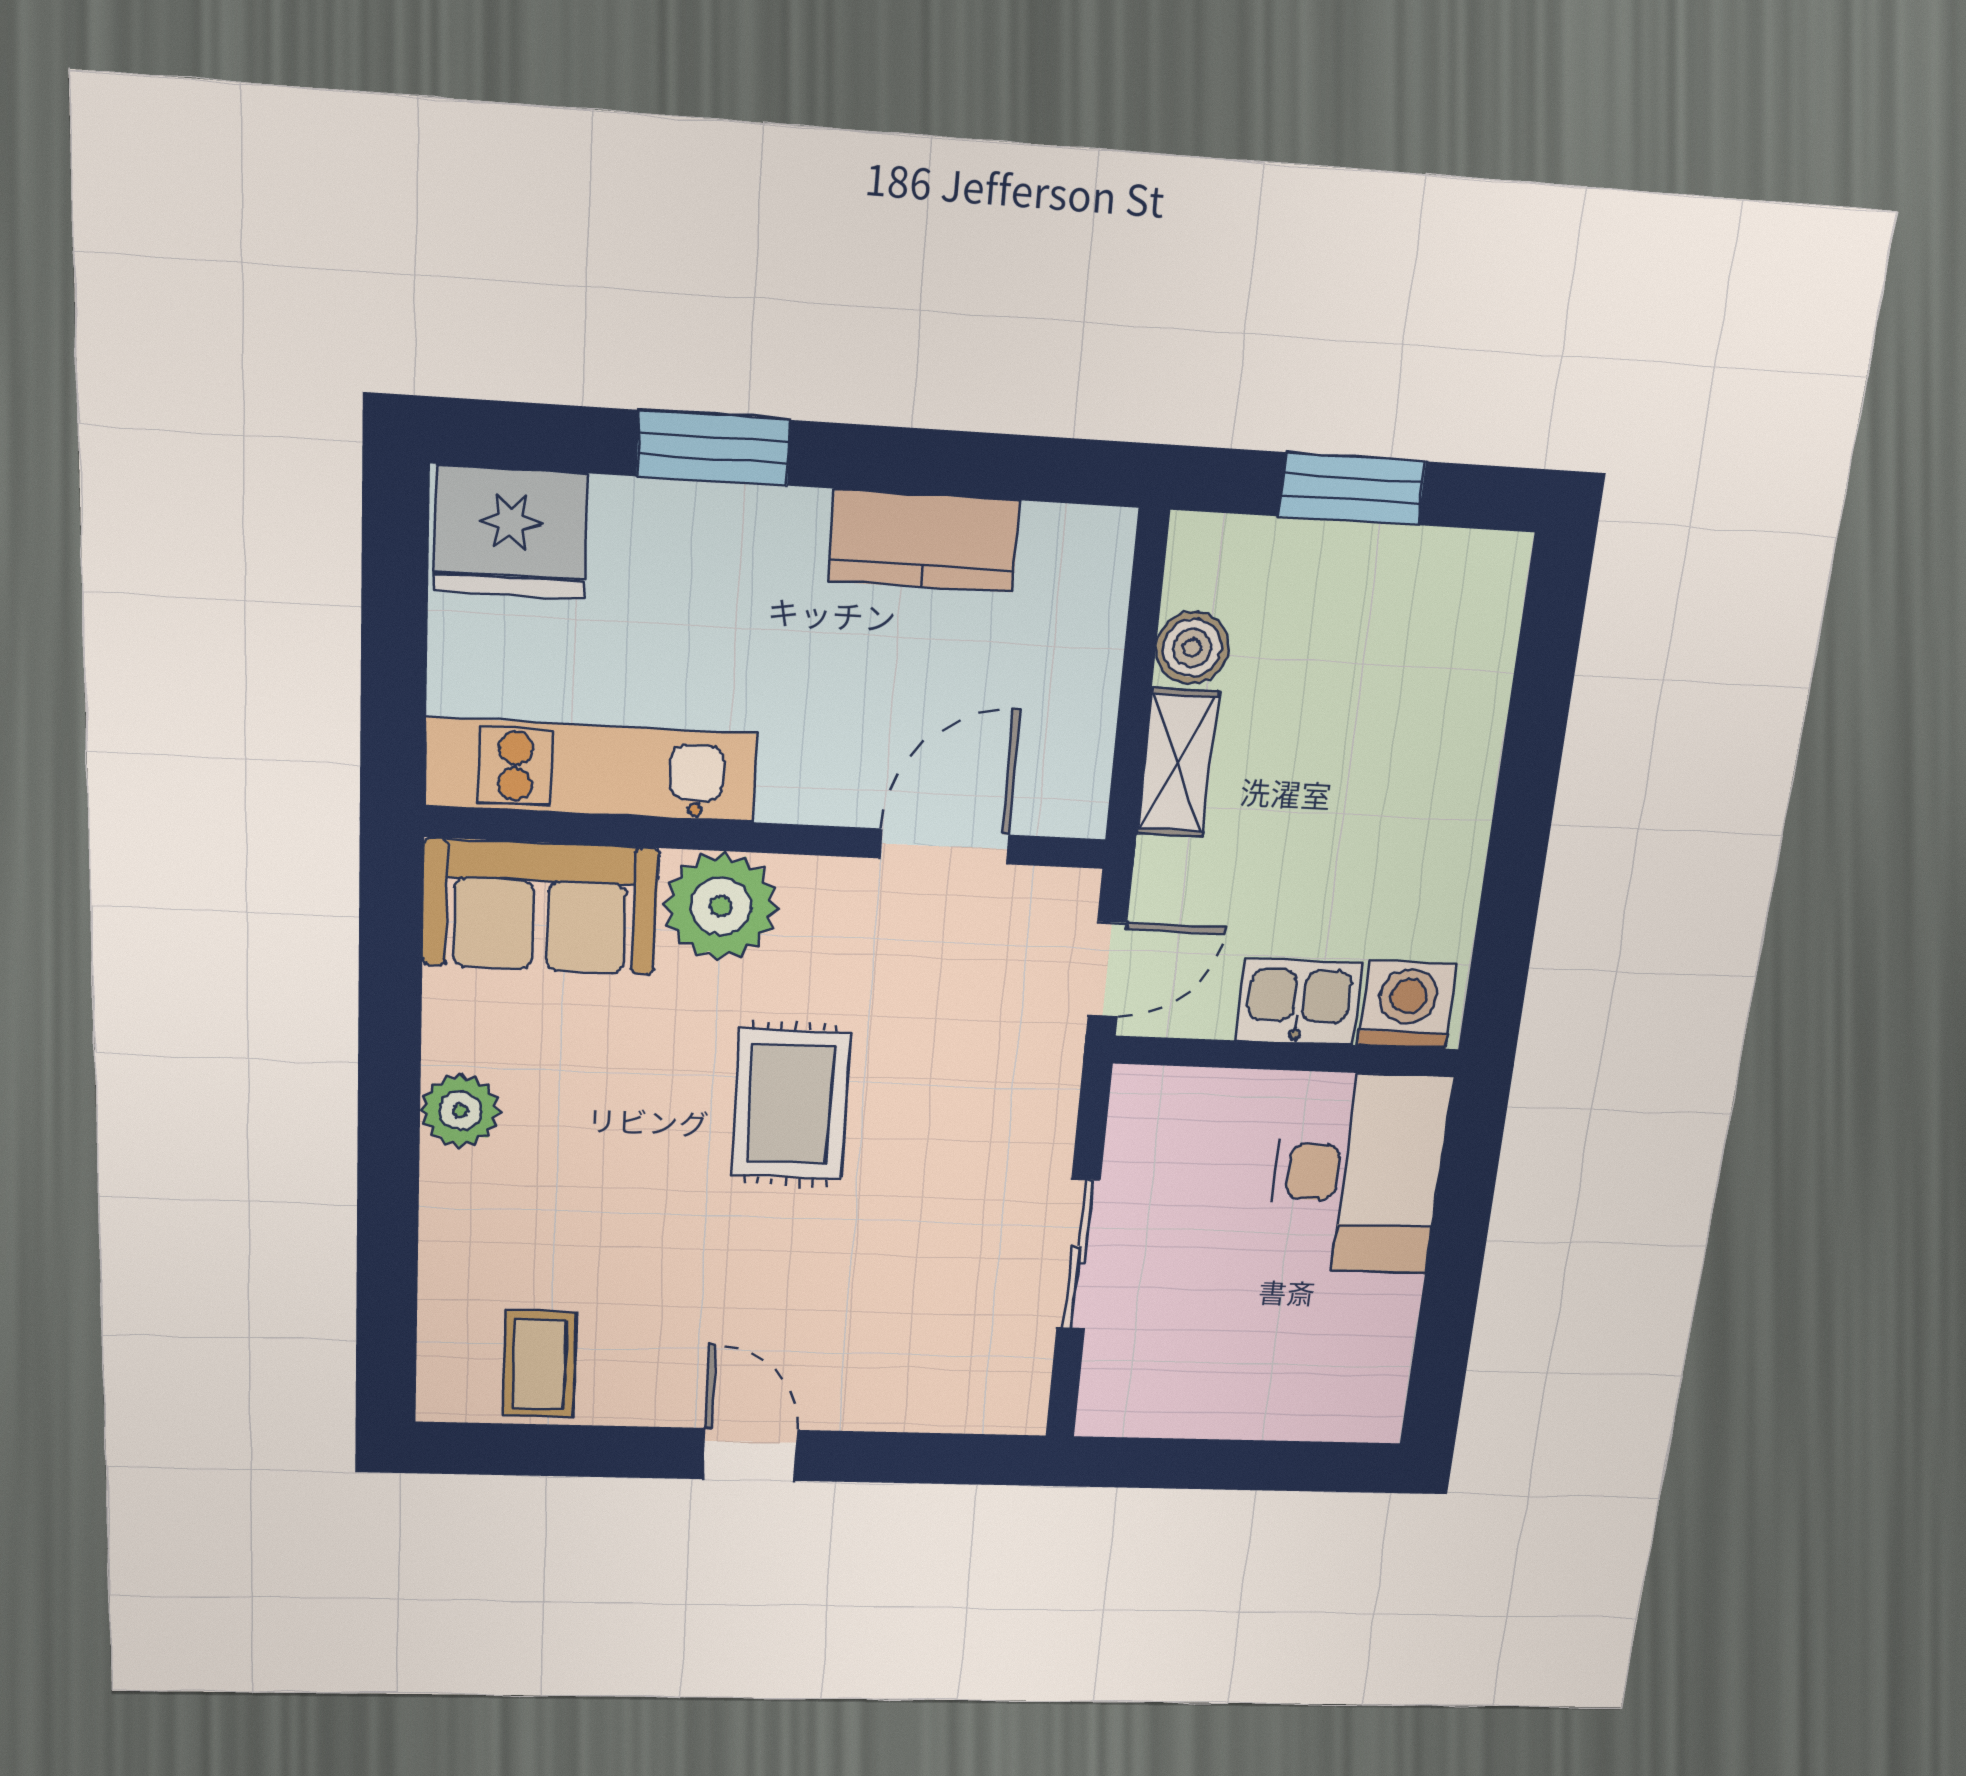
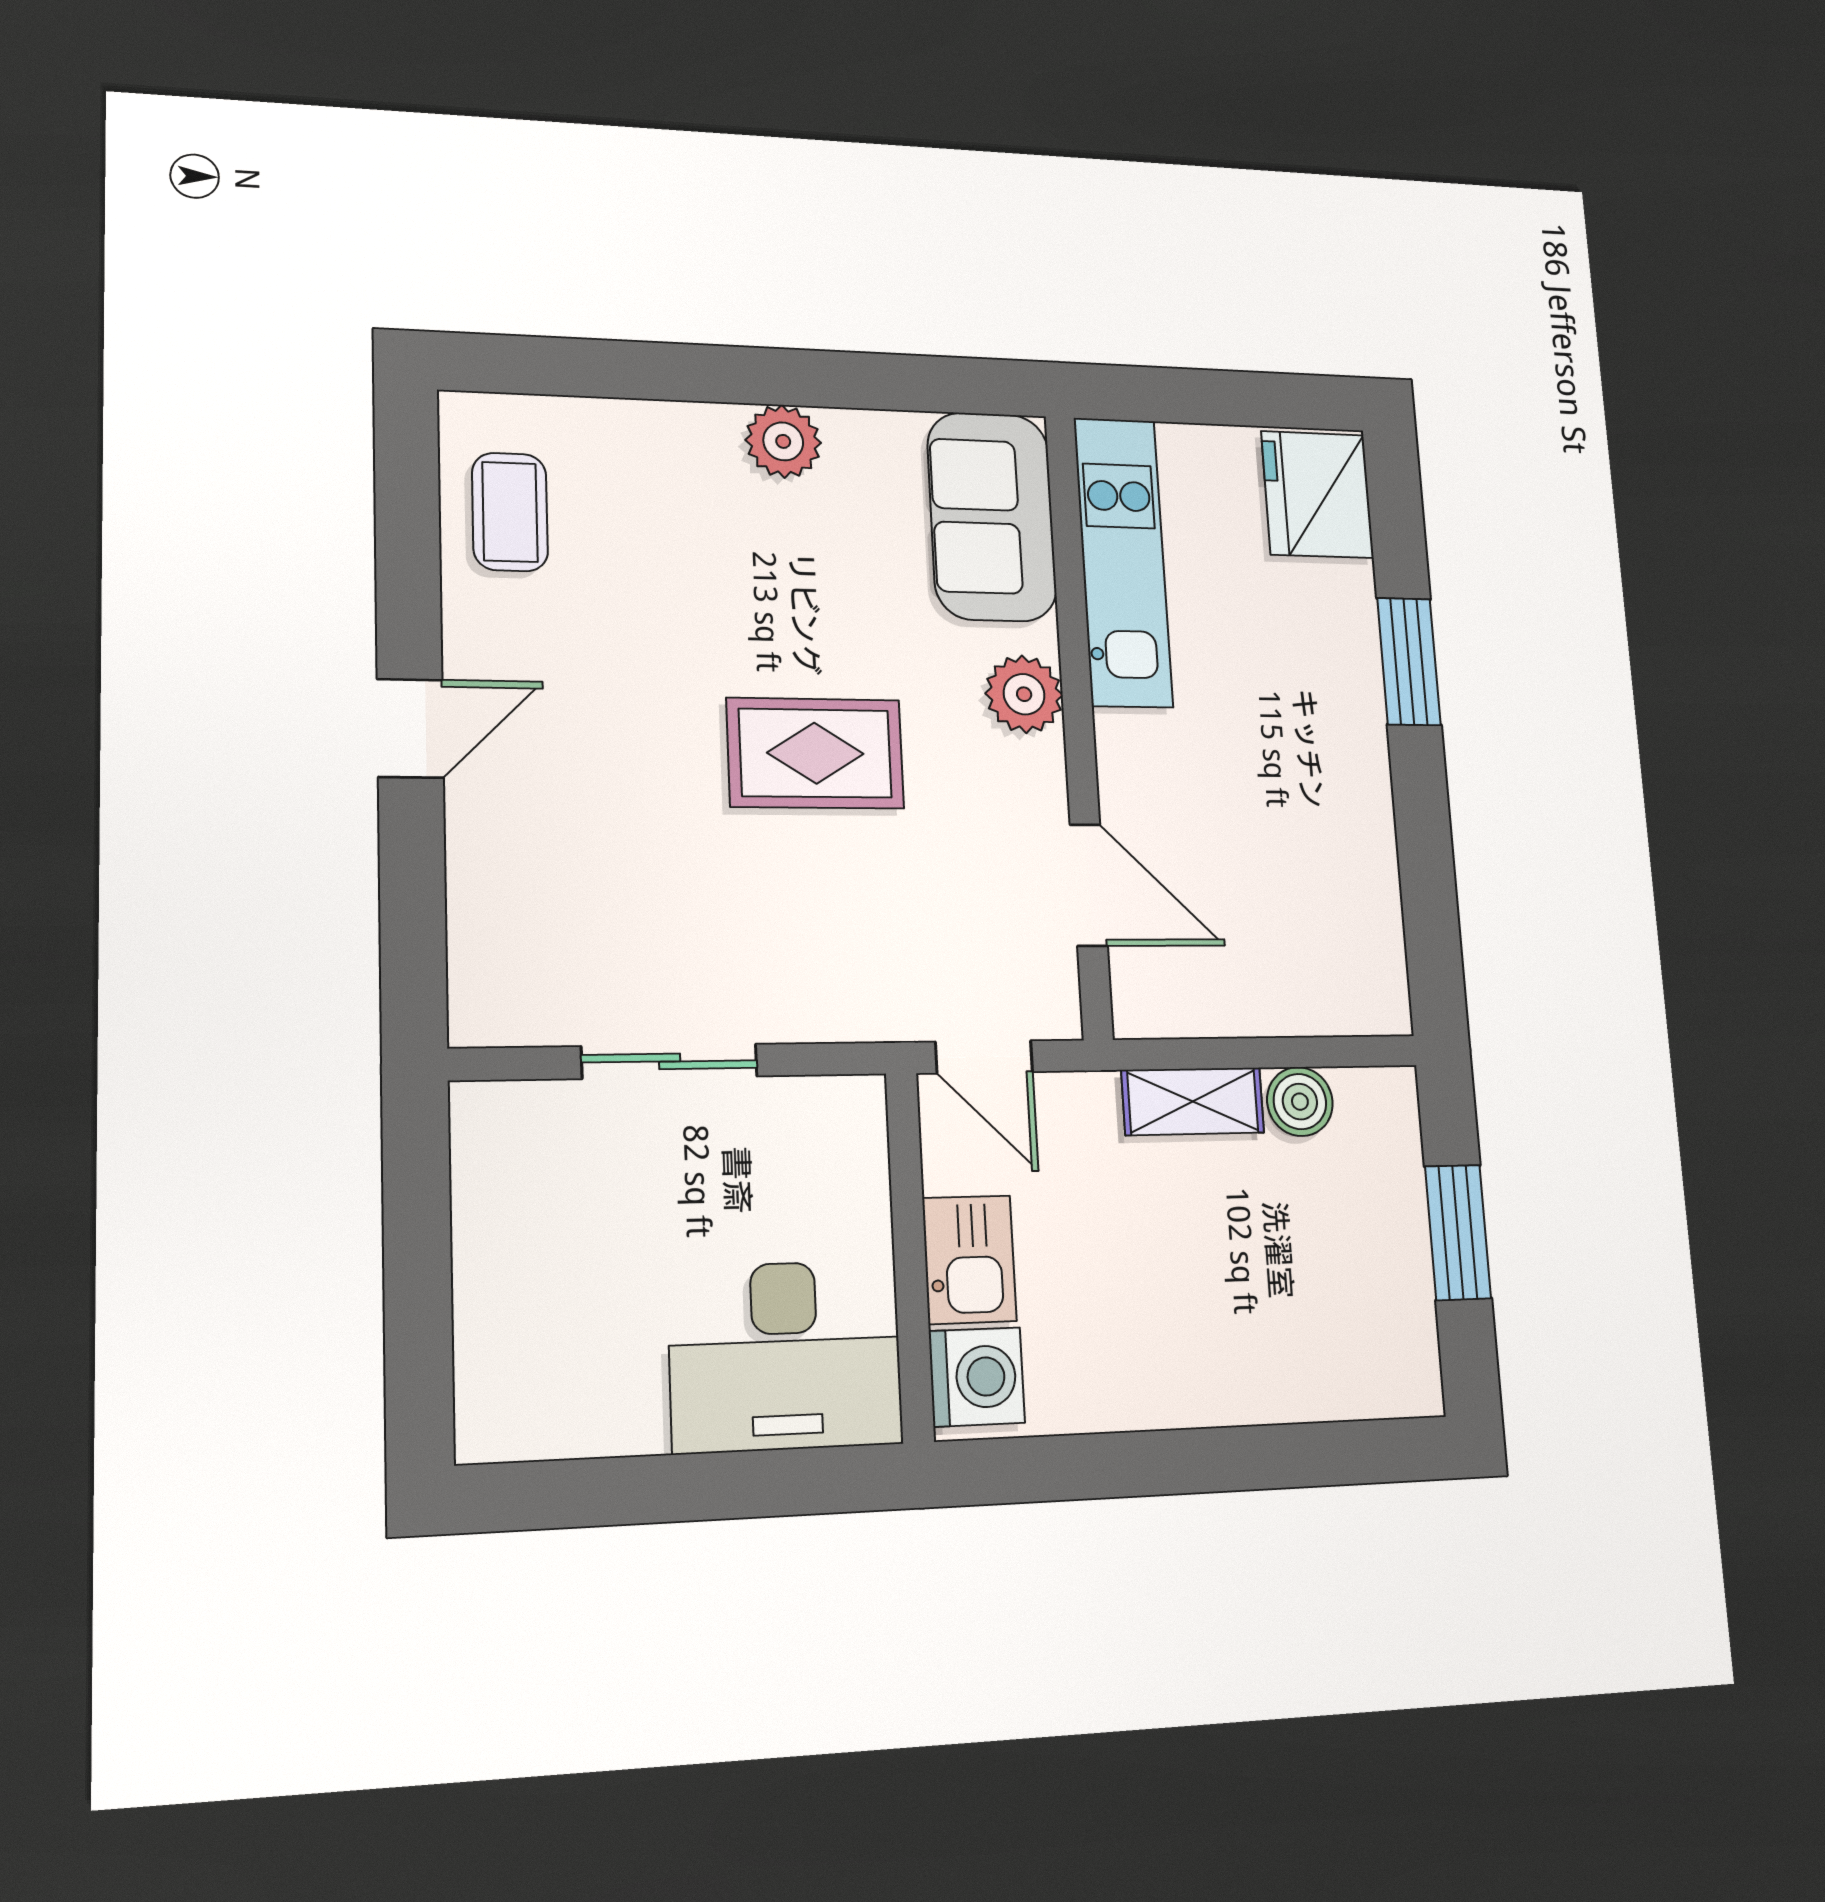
kitchen counter: (924, 541) -> (1359, 846), removed
plant: (721, 906) -> (1024, 694), width x0.73, depth x0.73
coffee table: (539, 1364) -> (510, 512), turned 90

